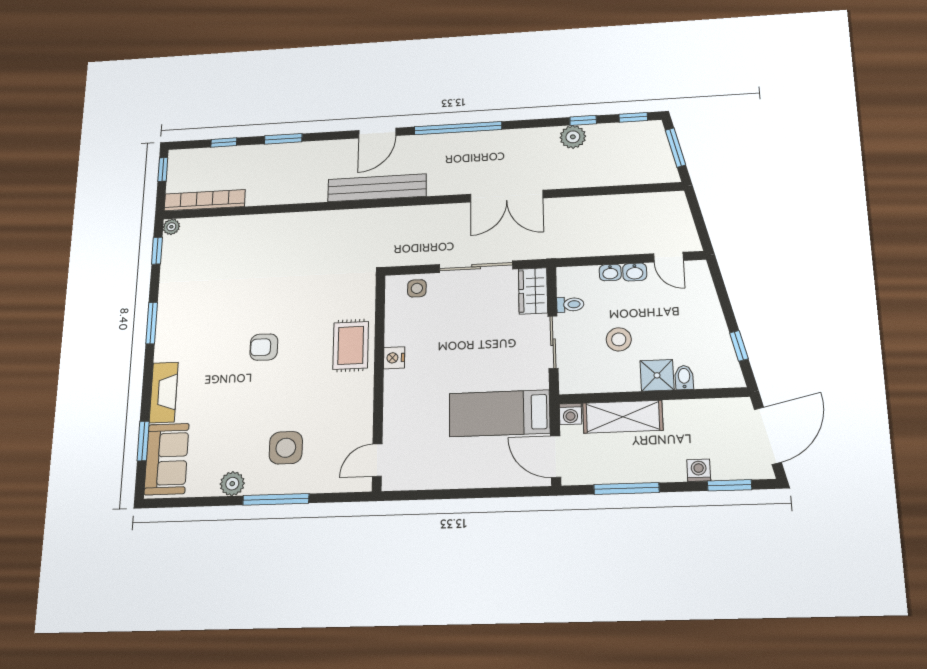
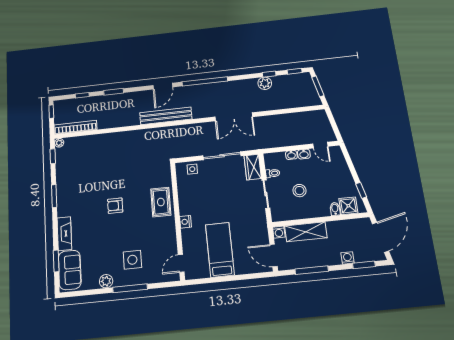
nightstand: (394, 358) -> (186, 222), moved
shower: (657, 375) -> (348, 206), moved
bed: (499, 413) -> (220, 250), moved, turned 90

